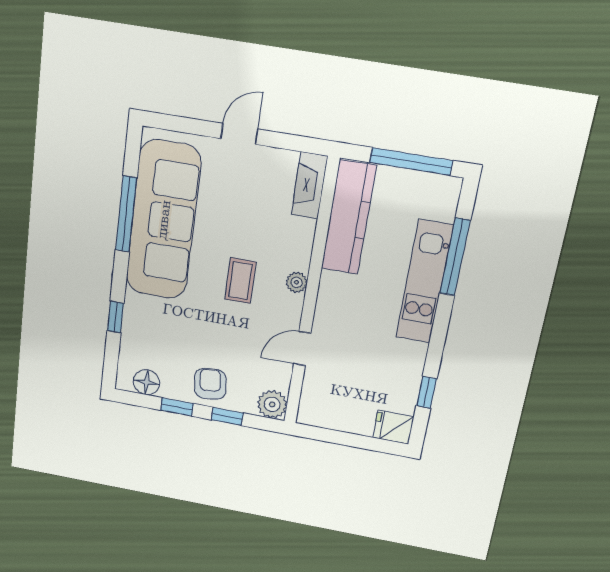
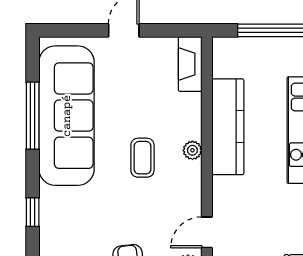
kitchen counter: (349, 218) -> (228, 127), moved
door: (302, 349) -> (207, 232), moved

